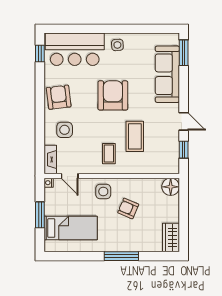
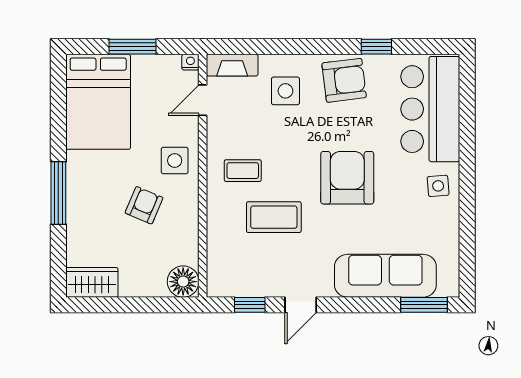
window: (40, 54) -> (376, 47), moved
armchair: (113, 95) -> (347, 178), turned -90
bed: (71, 228) -> (98, 102), width x1.50

